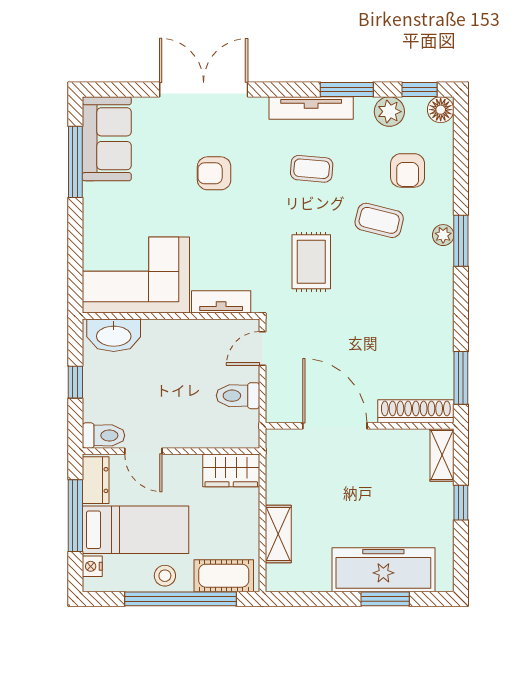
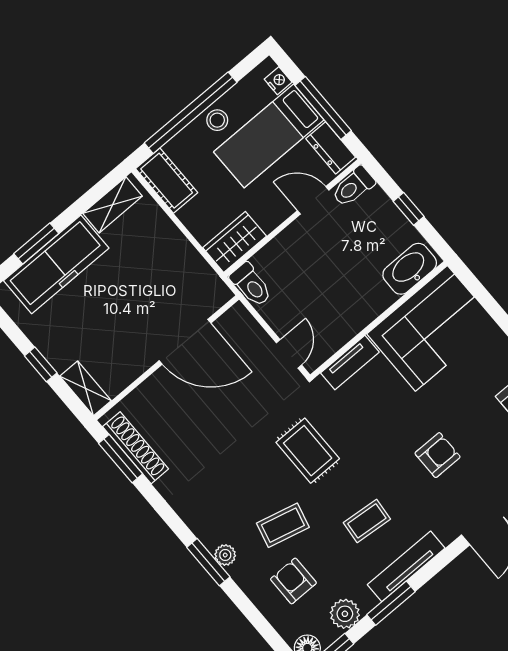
toilet: (238, 396) -> (251, 285), moved, turned 90
shoe rack: (416, 411) -> (136, 448), moved, turned -90
shelving: (278, 534) -> (112, 205), moved, turned 90
cot: (224, 576) -> (167, 181), moved, turned 90

